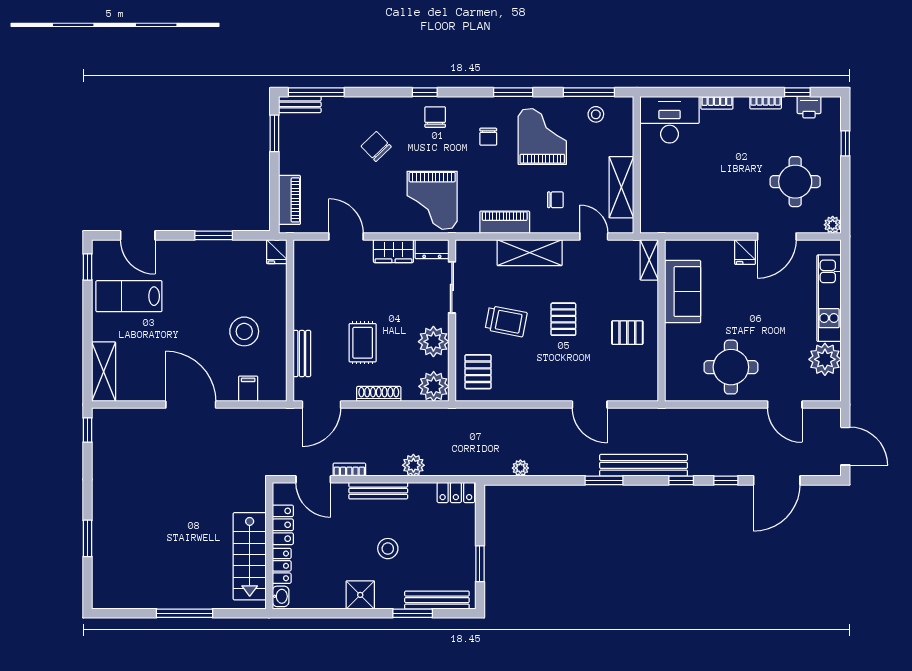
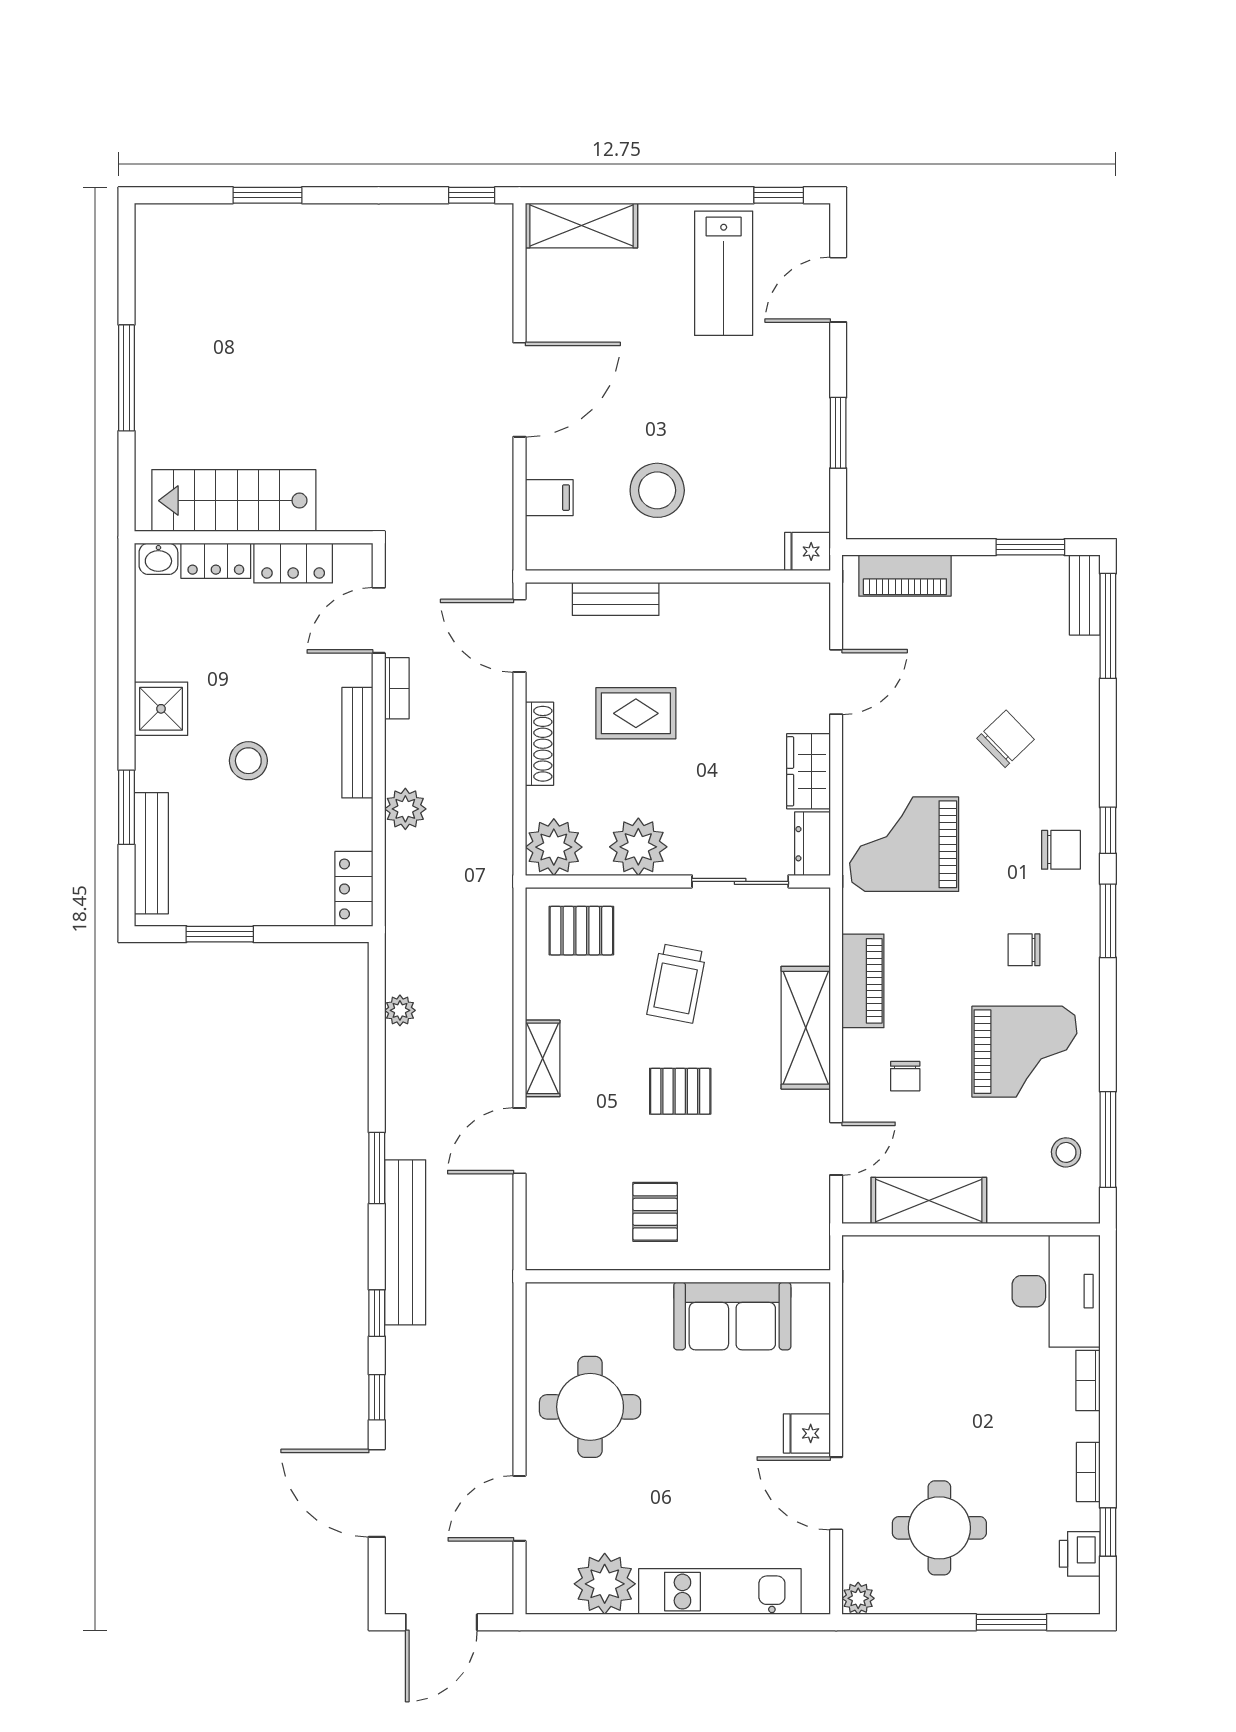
window: (513, 92) -> (1108, 921), moved
window: (845, 143) -> (1011, 1622), width x1.50
shelving: (649, 260) -> (543, 1058), moved, turned 90
lab bench: (129, 296) -> (724, 273), turned 180

